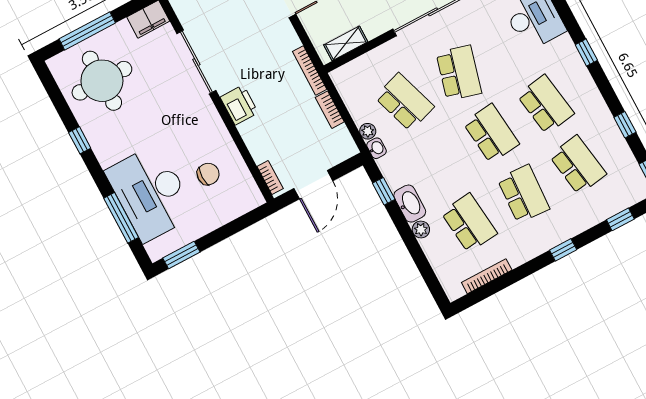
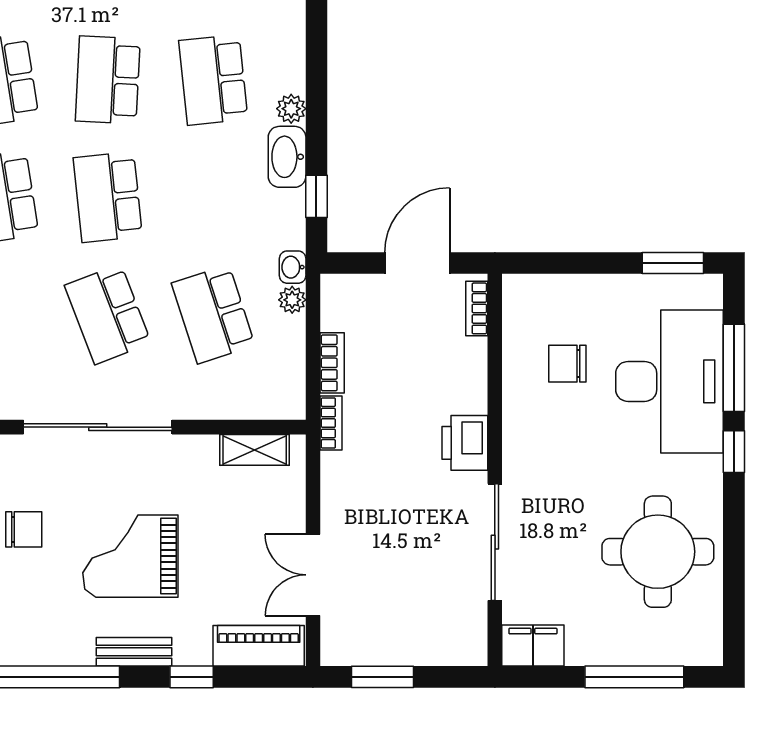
bookcase: (310, 70) -> (331, 423), width x0.64
school desk: (459, 73) -> (108, 314), turned -36
round table: (102, 81) -> (658, 552), moved
window: (80, 140) -> (734, 452), moved

